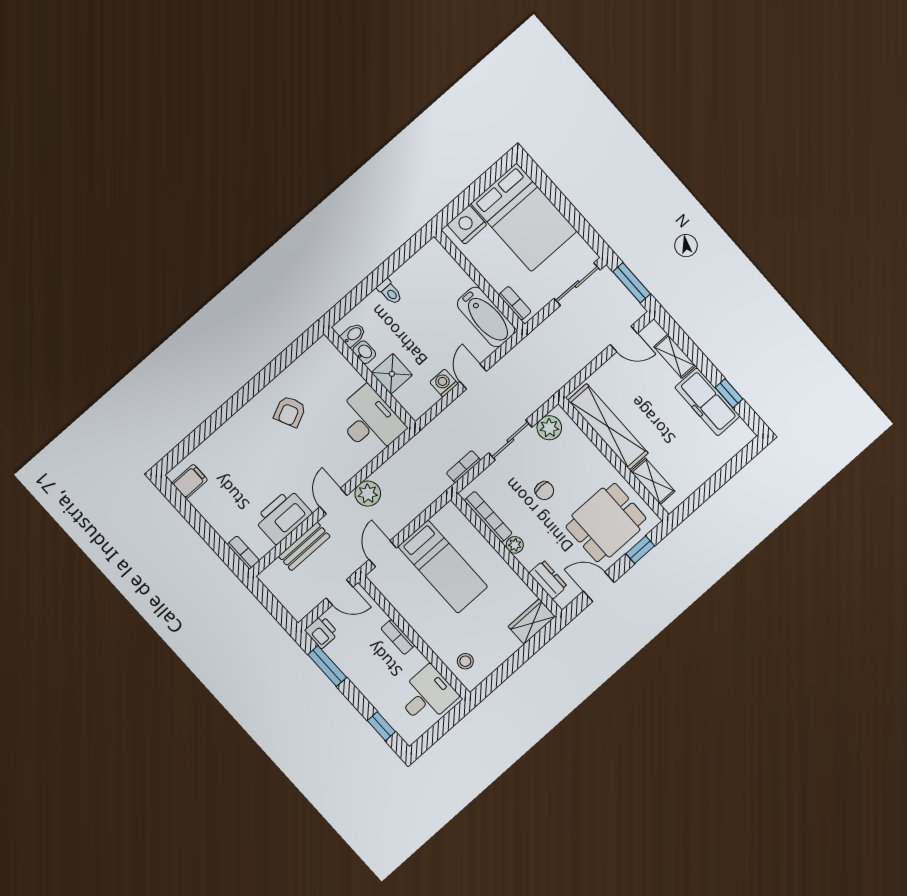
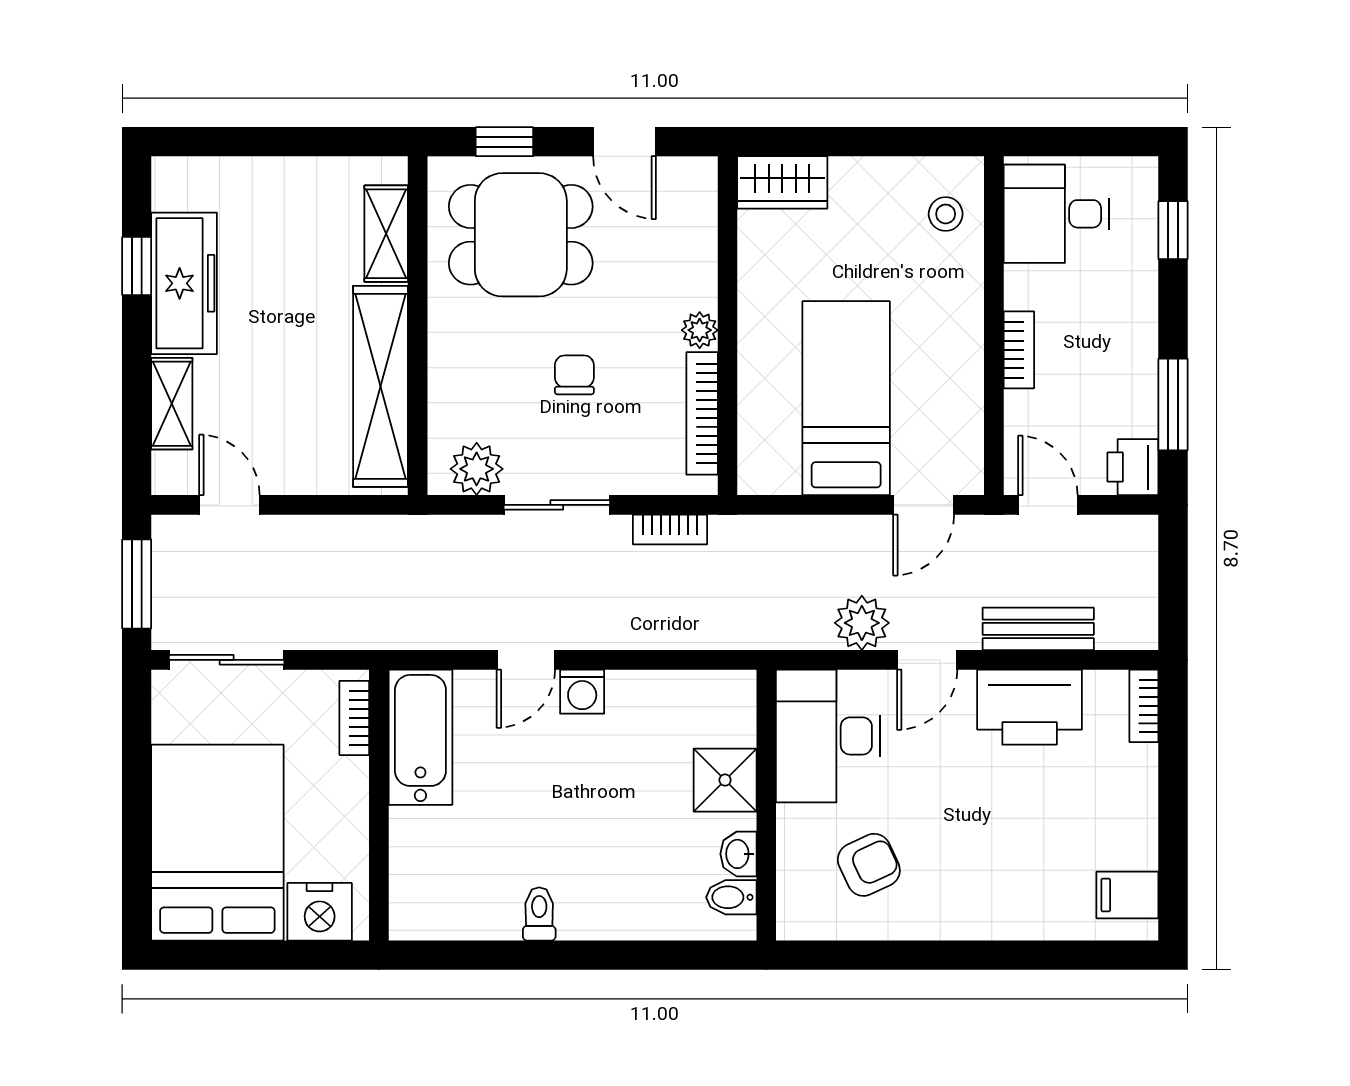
bidet: (353, 335) -> (731, 897), moved
washbasin: (364, 352) -> (738, 854), moved
shower: (392, 374) -> (725, 780), moved
wall: (370, 378) -> (766, 805), moved
desk: (370, 421) -> (828, 736), moved
dresser: (548, 580) -> (696, 226), removed

